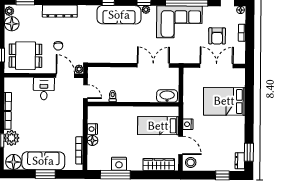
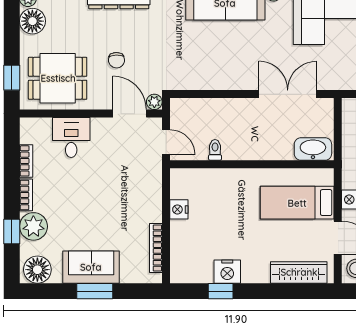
desk: (44, 89) -> (71, 138), moved
floor lamp: (92, 140) -> (179, 230), removed
sofa: (43, 161) -> (91, 267), width x0.73
window: (115, 175) -> (221, 291), width x0.46

